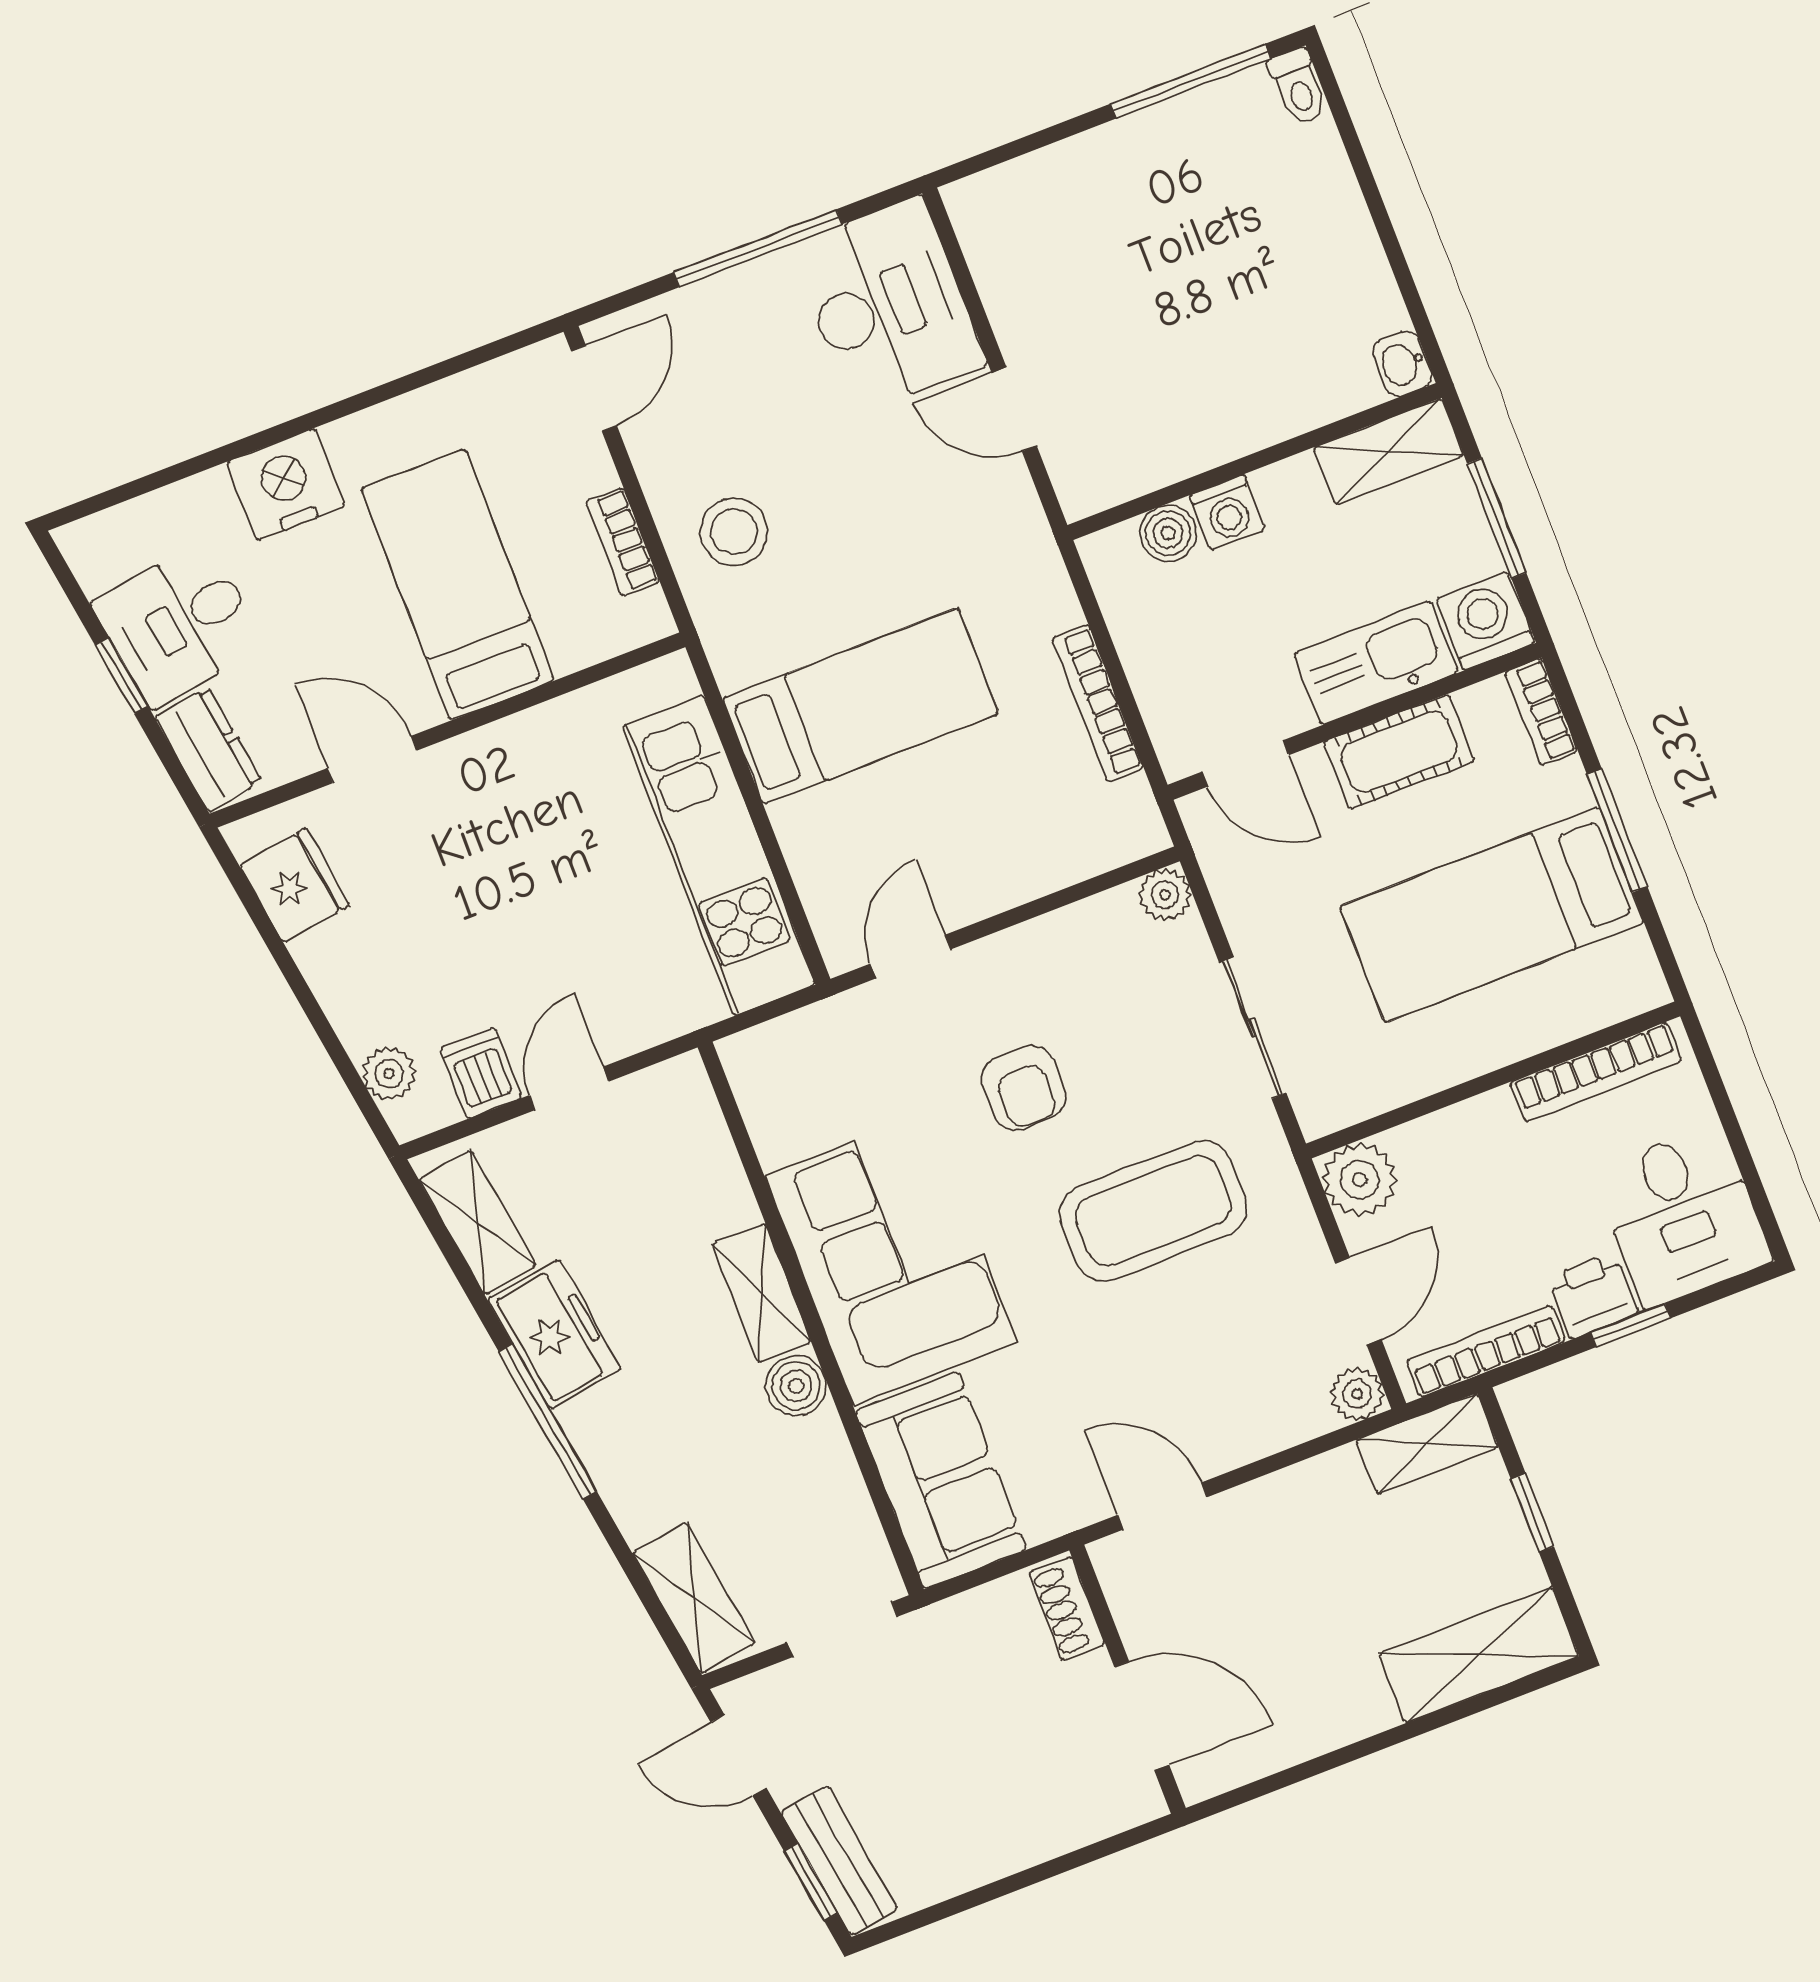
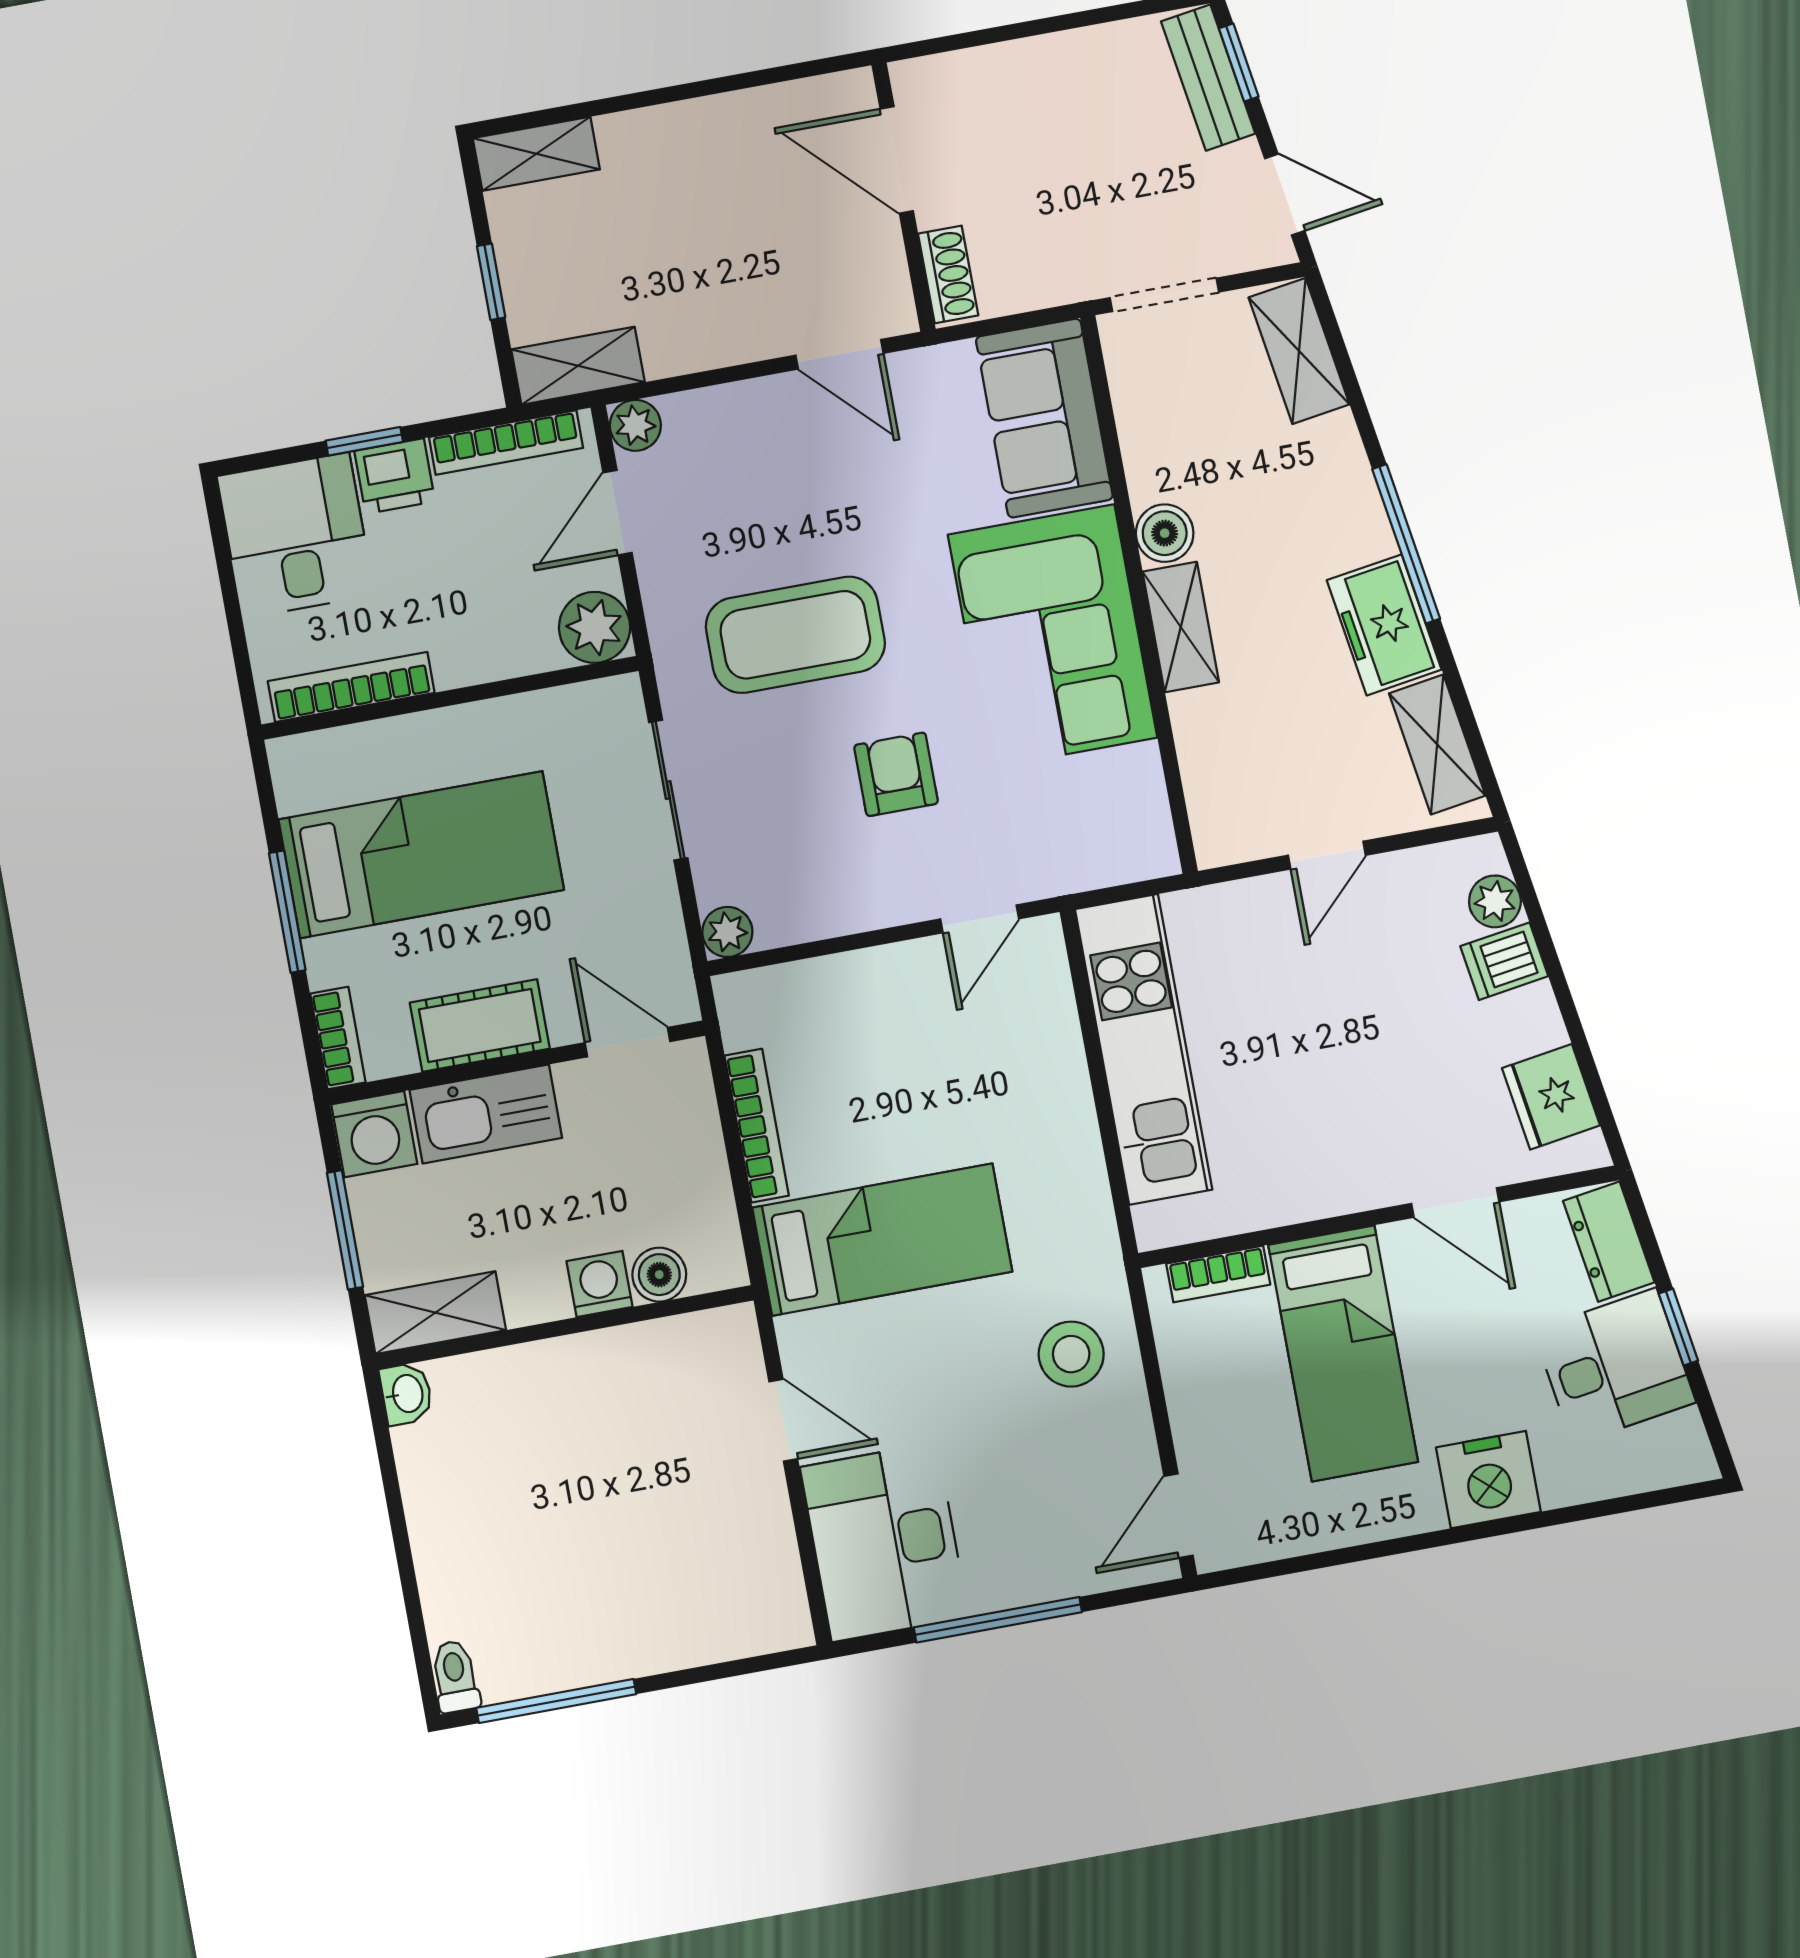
bookcase: (623, 542) -> (1218, 1274), moved, turned 90
bed: (861, 706) -> (882, 1240), moved, turned 180
dishwasher: (481, 1073) -> (1504, 961), moved, turned 81
shelving: (1479, 1655) -> (536, 154), width x0.67, depth x0.75

